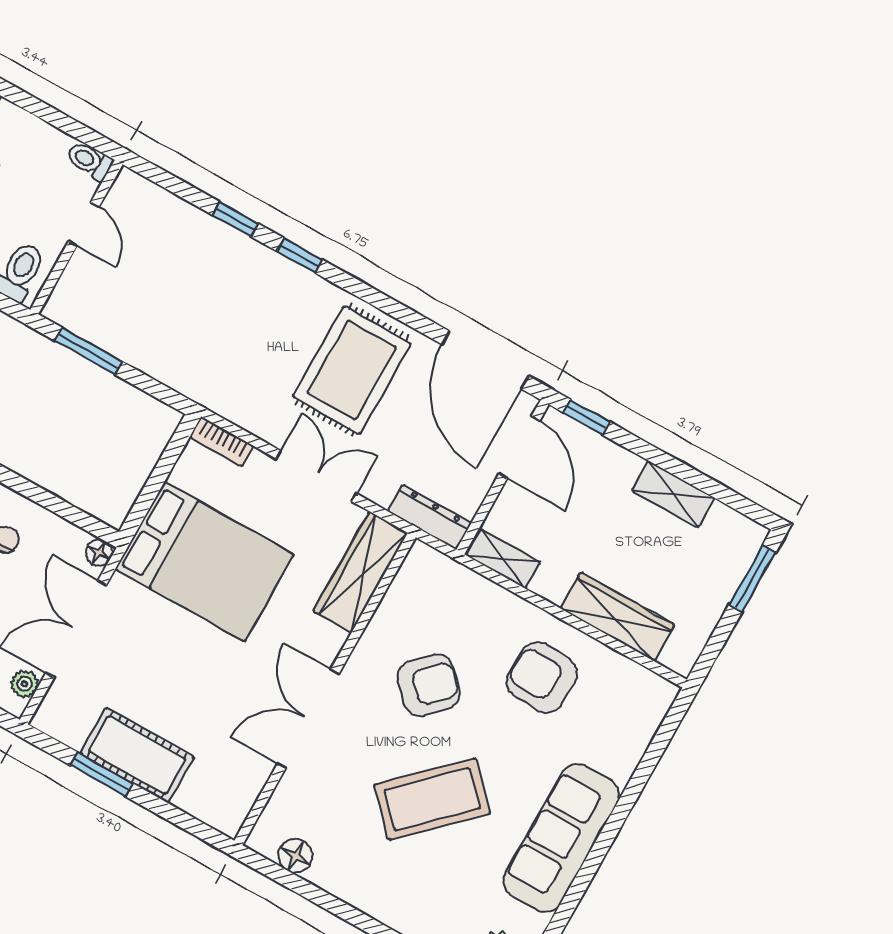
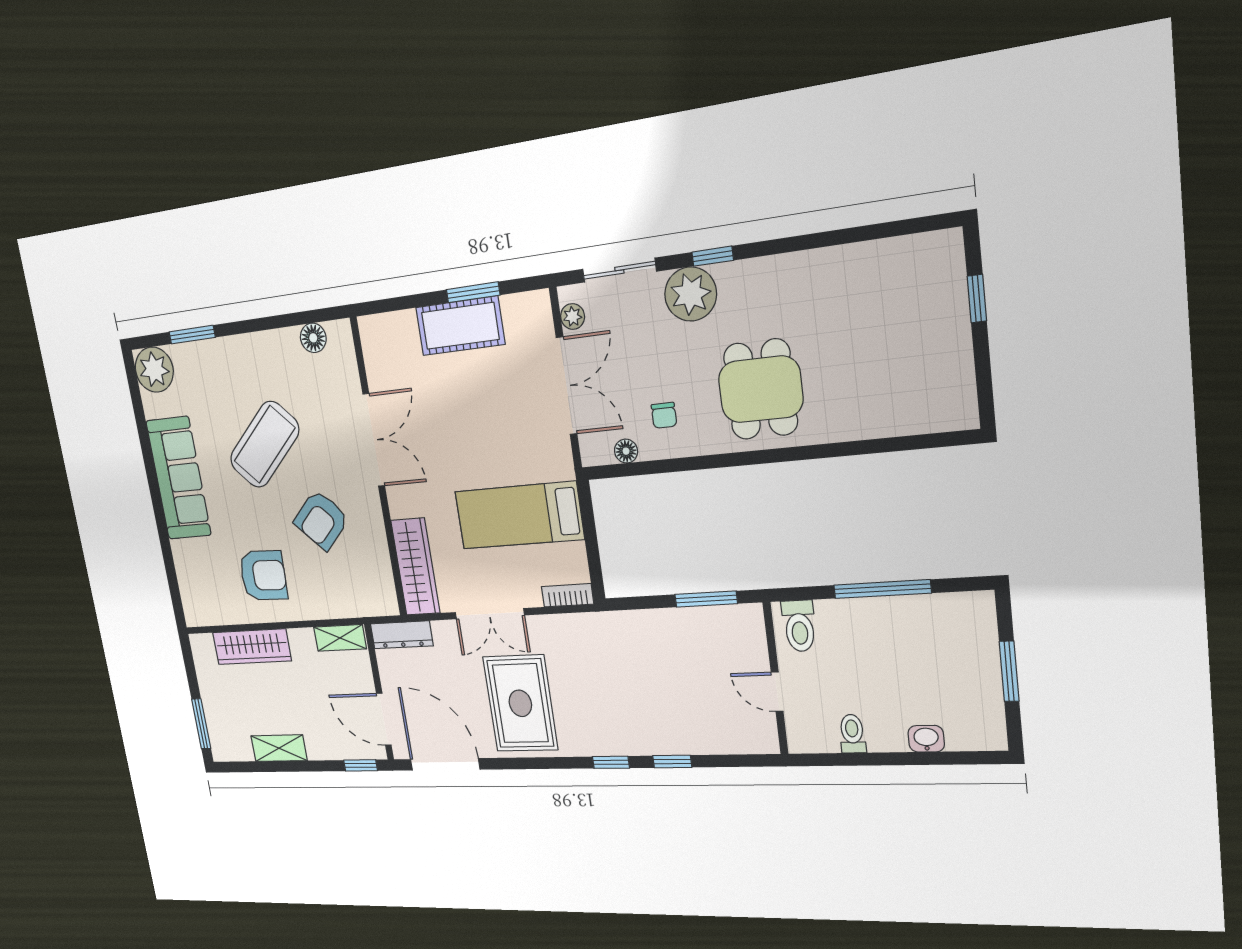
toilet: (90, 161) -> (852, 734), moved, turned -90
floor lamp: (99, 553) -> (626, 451), moved
bed: (205, 562) -> (519, 515), width x0.67

